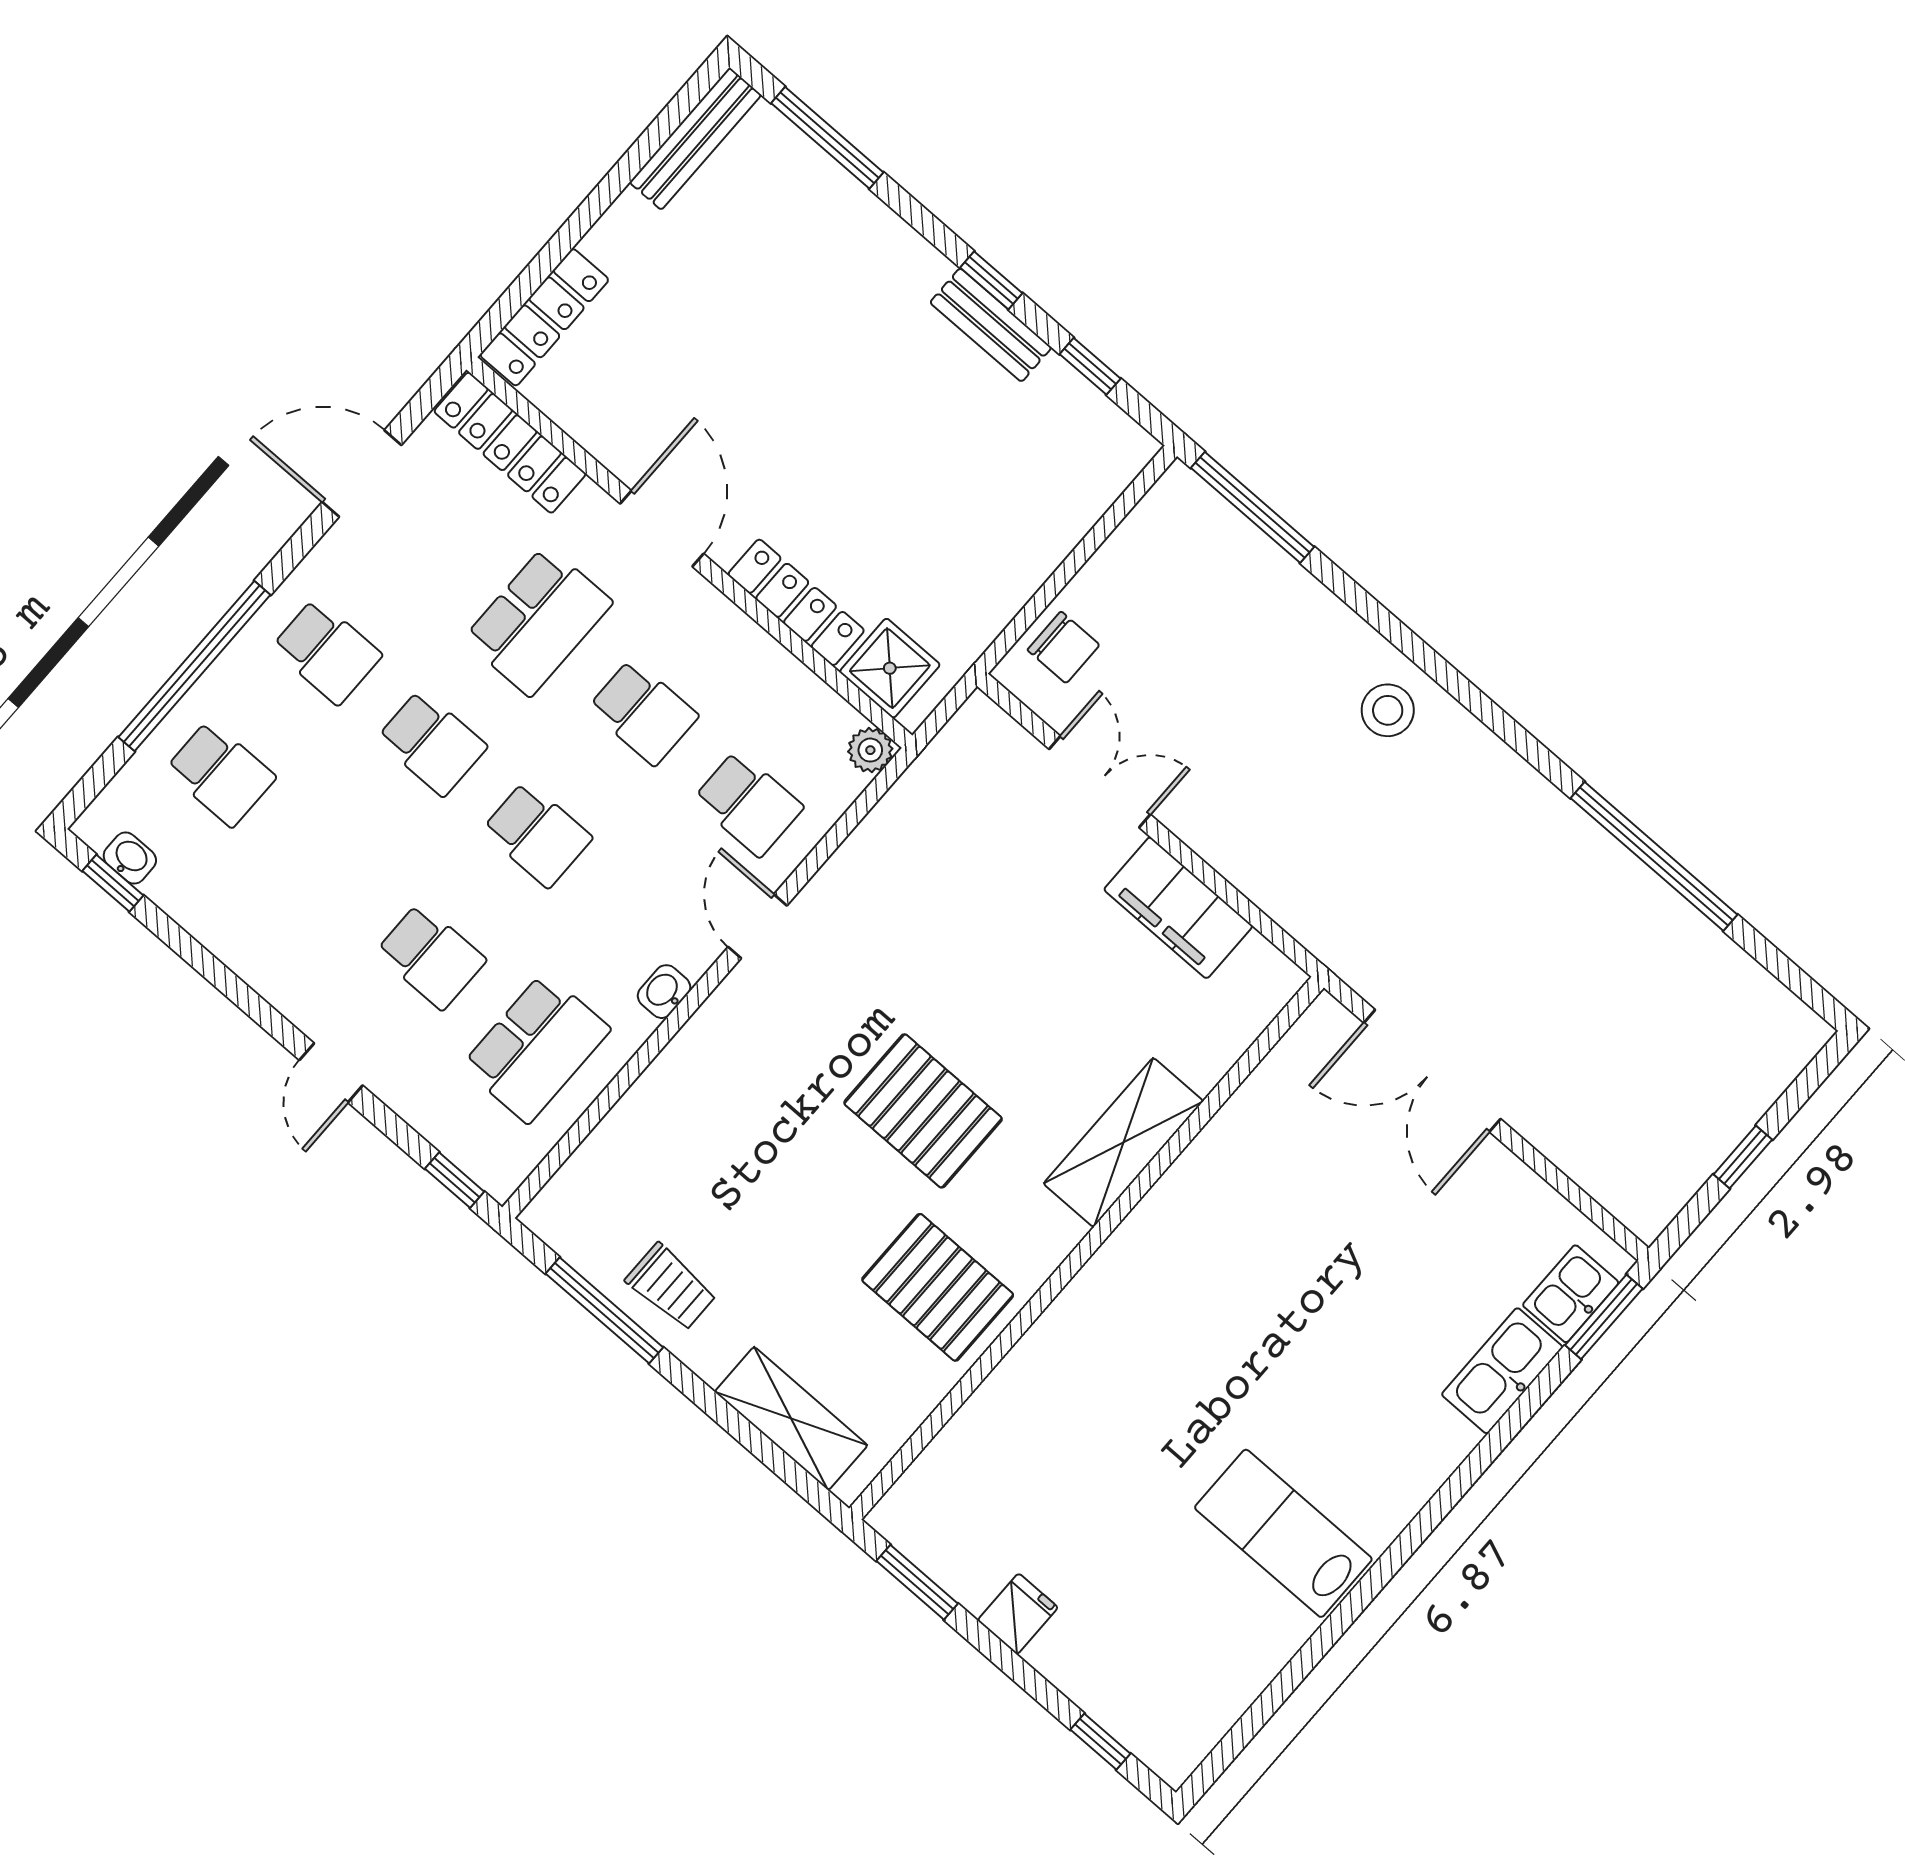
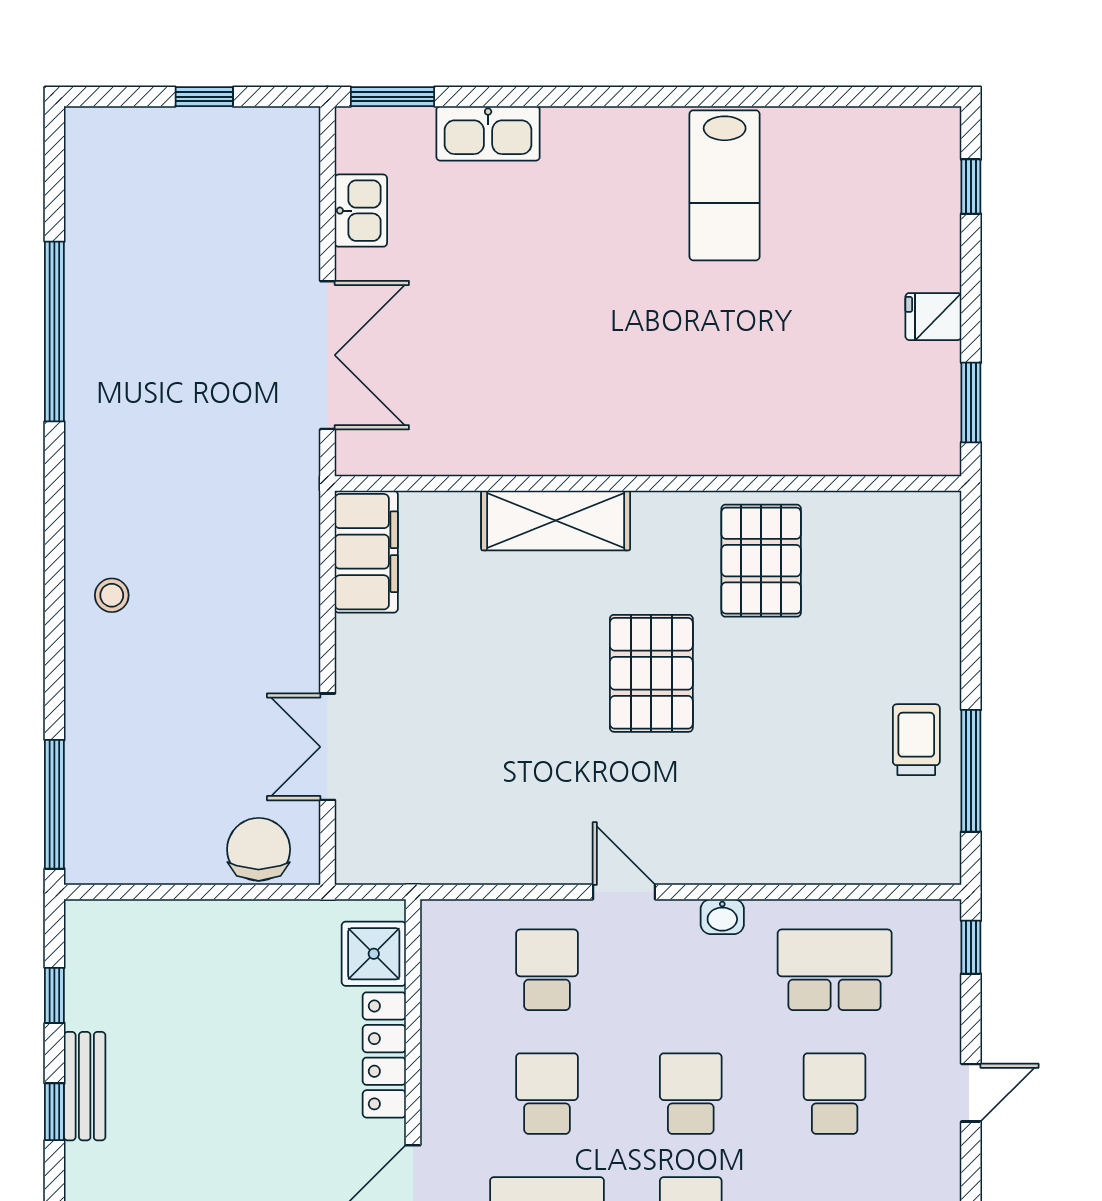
chair: (1063, 647) -> (259, 849), width x1.37, depth x1.37
stool: (1388, 710) -> (112, 595), width x0.73, depth x0.73
plant: (870, 750) -> (440, 919), removed
filing cabinet: (1178, 908) -> (366, 552), moved
door: (758, 926) -> (624, 892), swing flipped
kitchen sink: (1571, 1294) -> (361, 211), moved, turned -90
shelving: (791, 1419) -> (935, 582), removed

